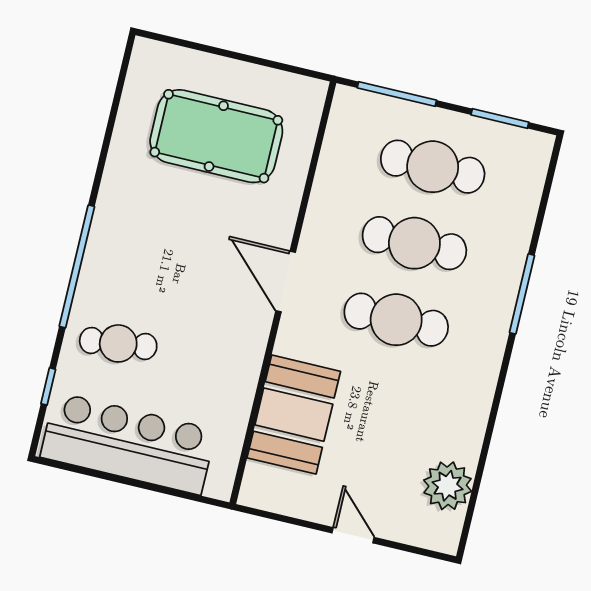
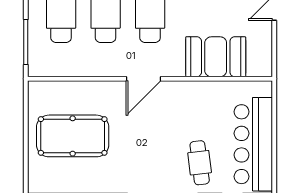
pool table: (216, 136) -> (73, 136), turned 90

